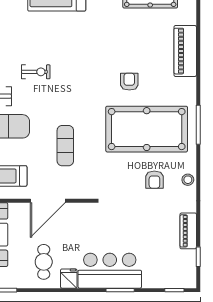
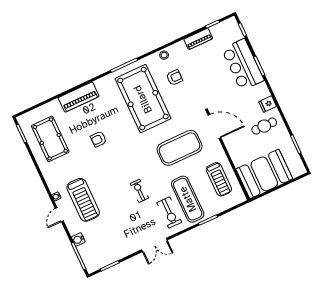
armchair: (129, 82) -> (98, 139), moved
exercise mat: (65, 146) -> (180, 148), width x2.00, depth x1.45
door: (48, 201) -> (214, 126), moved
bar counter: (110, 271) -> (243, 65), moved

